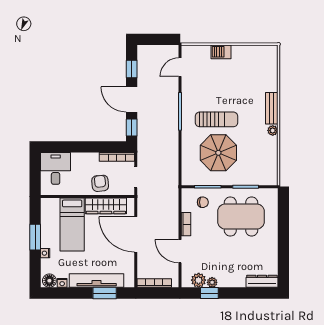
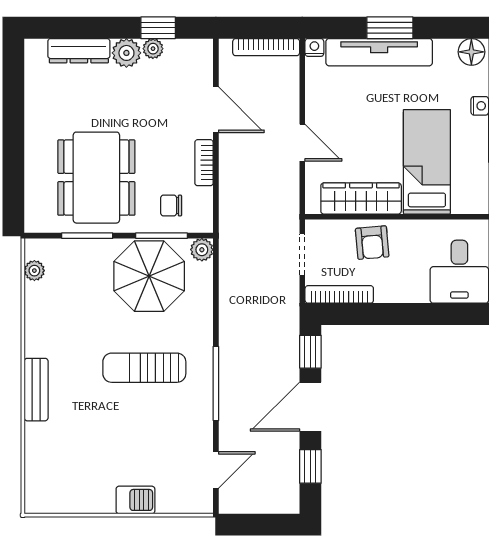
door: (132, 100) -> (310, 407), swing flipped
plant: (273, 130) -> (34, 271), moved
parasol: (218, 153) -> (149, 276), moved
plant: (187, 180) -> (202, 250), added
dining table: (241, 217) -> (96, 178), turned 90
door: (136, 234) -> (302, 143), width x0.53
plant: (199, 280) -> (126, 53), moved
dresser: (262, 281) -> (79, 51), moved
nightstand: (62, 283) -> (314, 47), moved
window: (105, 293) -> (390, 28), moved

